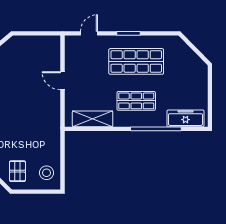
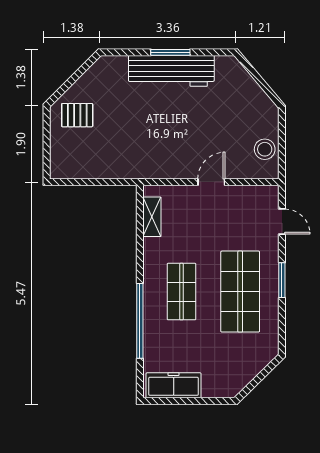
freezer: (186, 118) -> (174, 385), moved, turned -90
shelving: (93, 119) -> (152, 217), width x0.67, depth x0.75
stool: (46, 173) -> (265, 149), moved

